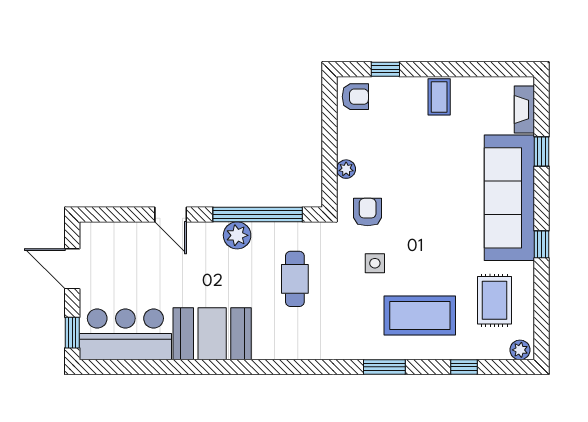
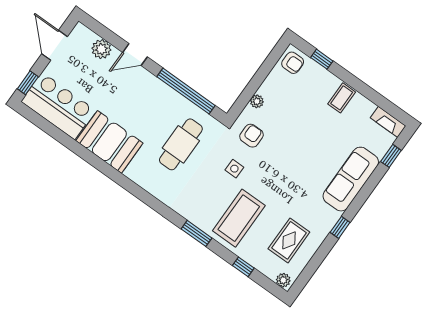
fireplace: (524, 109) -> (388, 122), moved, turned -90
window: (542, 151) -> (391, 156), moved
sofa: (509, 198) -> (351, 179), width x0.74, depth x0.79
door: (171, 215) -> (135, 55), hinge flipped
plant: (237, 235) -> (101, 49), moved
cafe table: (295, 279) -> (181, 144), width x1.37, depth x1.35
coffee table: (420, 315) -> (239, 218), turned 90

